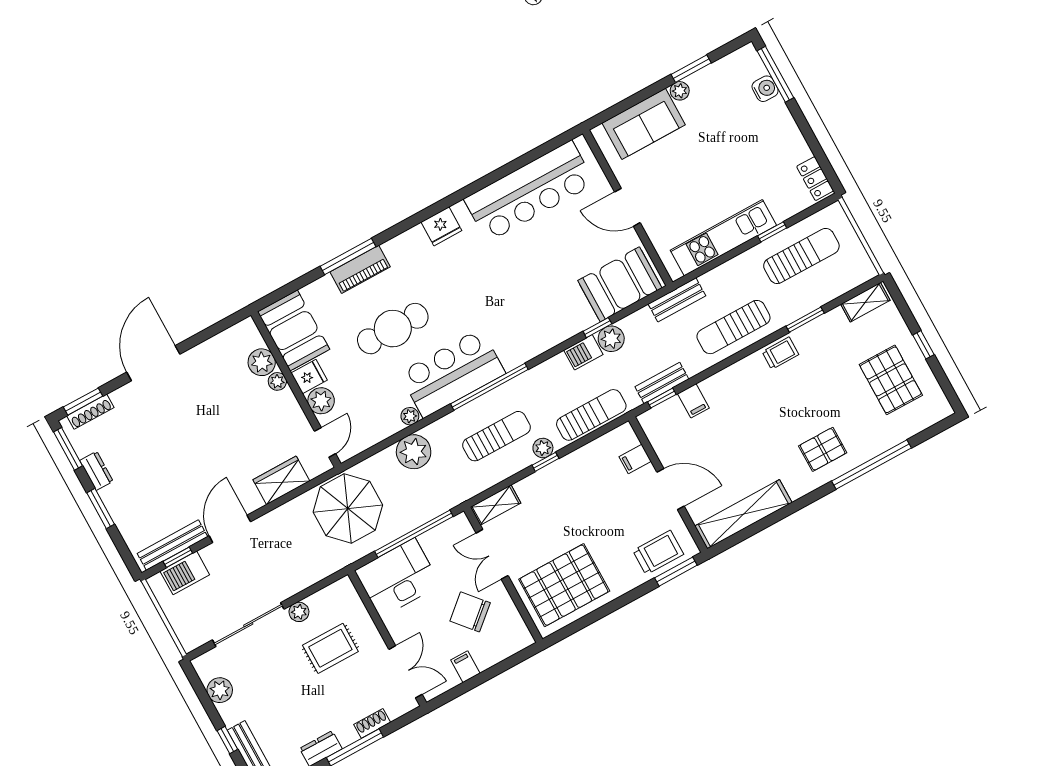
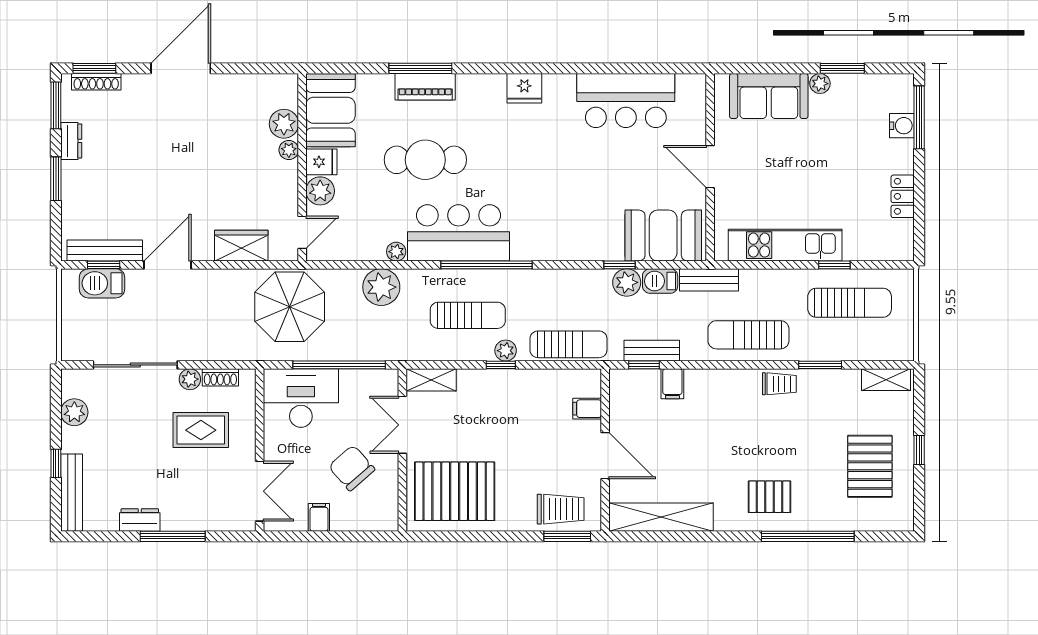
locker: (815, 179) -> (903, 196), moved
bar counter: (529, 191) -> (626, 101), width x0.73
barbecue: (583, 352) -> (660, 281), moved
shoe rack: (372, 723) -> (220, 377), moved, turned 180

